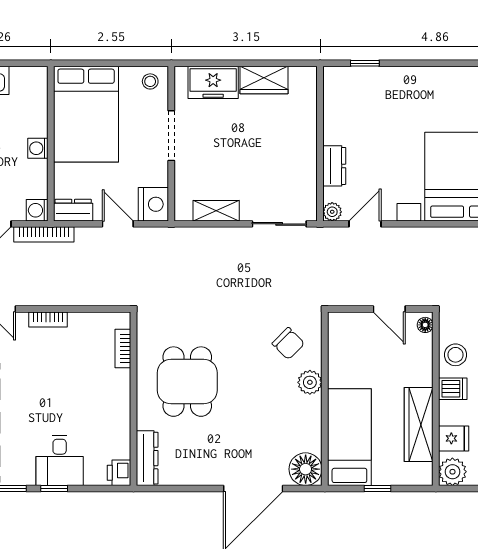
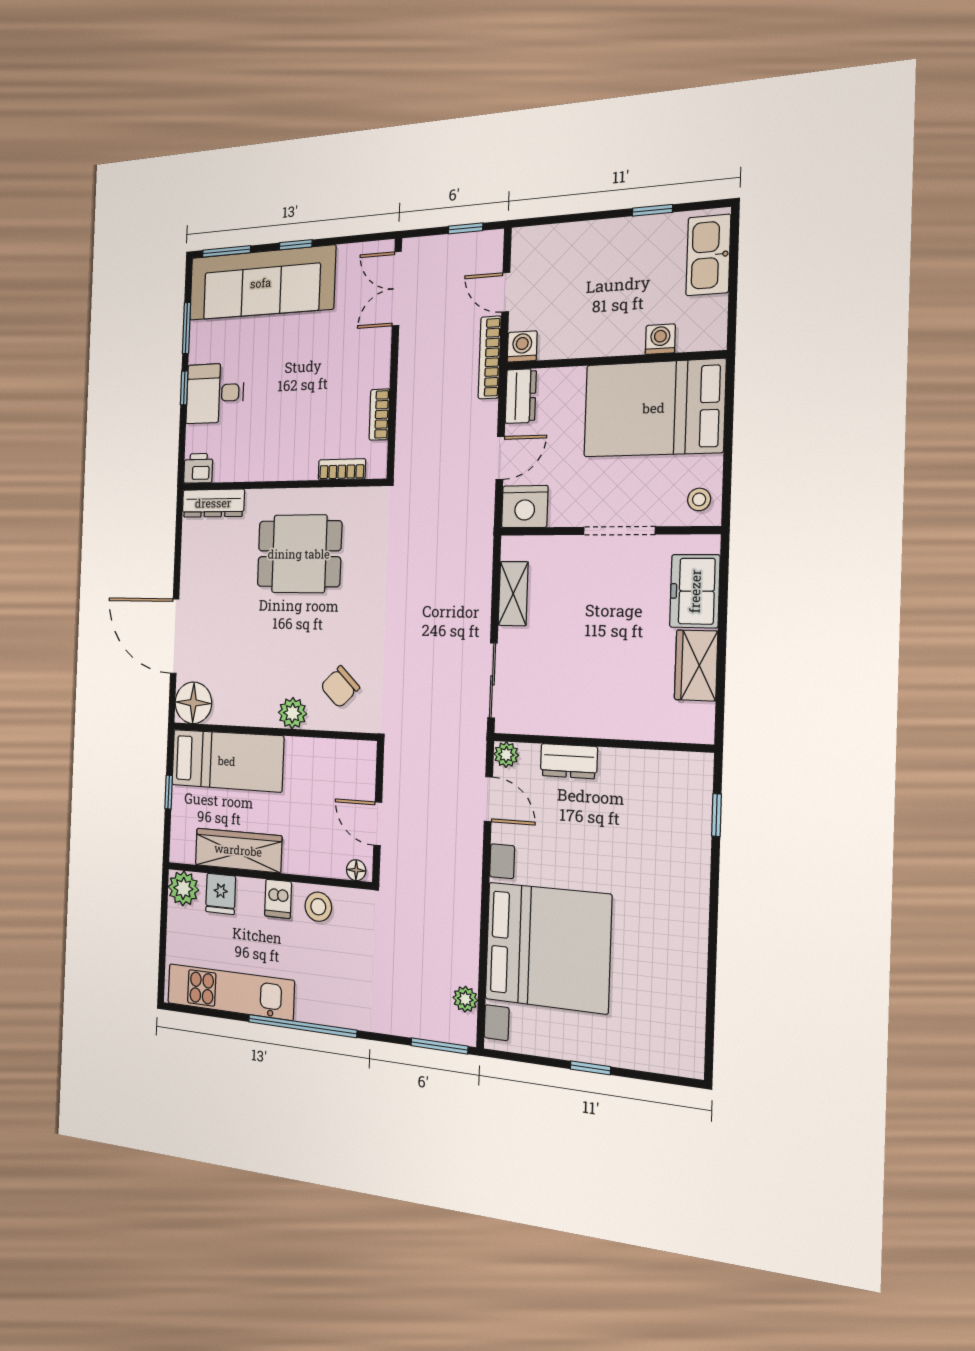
washing machine: (38, 148) -> (660, 339), moved
door: (389, 309) -> (378, 824), hinge flipped
bookcase: (48, 319) -> (379, 414), moved

